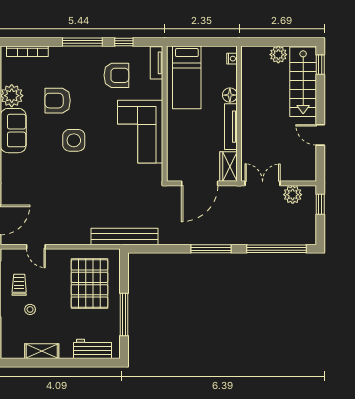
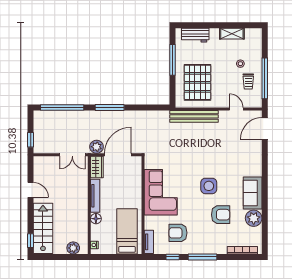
plant: (278, 55) -> (73, 248), moved
plant: (293, 195) -> (97, 147), moved
bench: (124, 236) -> (194, 116), moved

